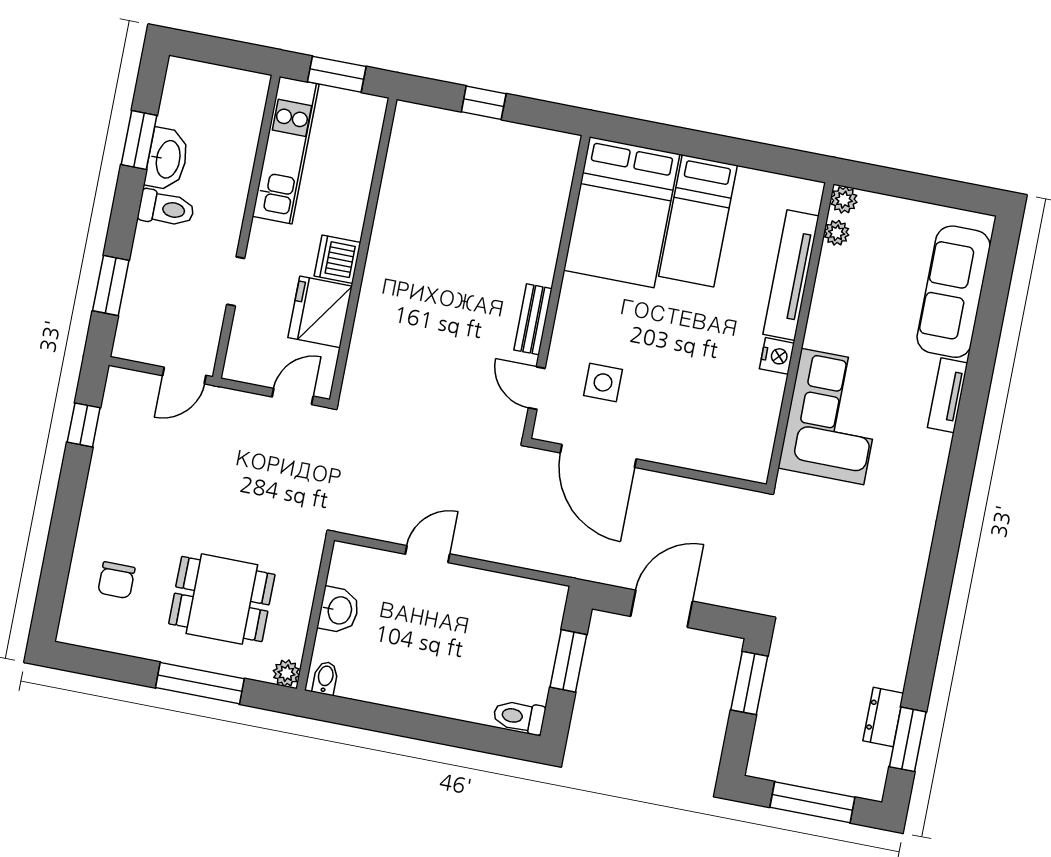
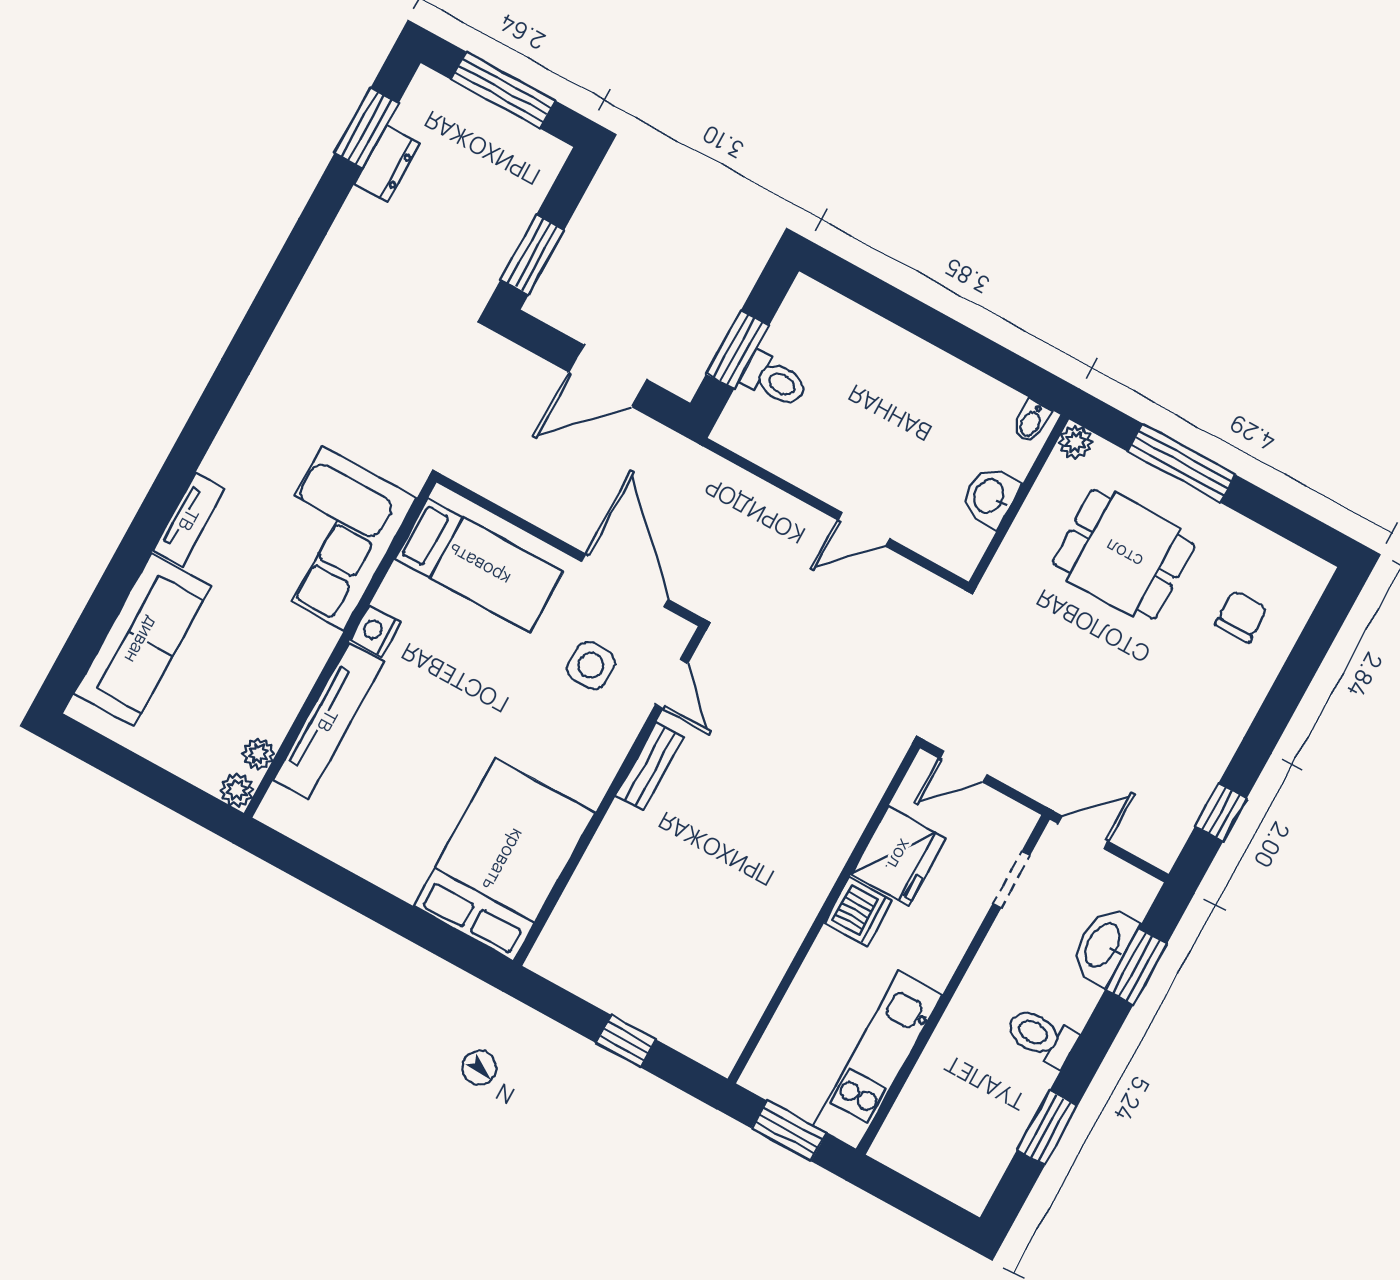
washbasin: (167, 159) -> (1104, 945), moved
bed: (698, 221) -> (479, 565), moved, turned 90
doorway: (236, 281) -> (1012, 879), moved
toilet: (519, 717) -> (774, 380), moved

